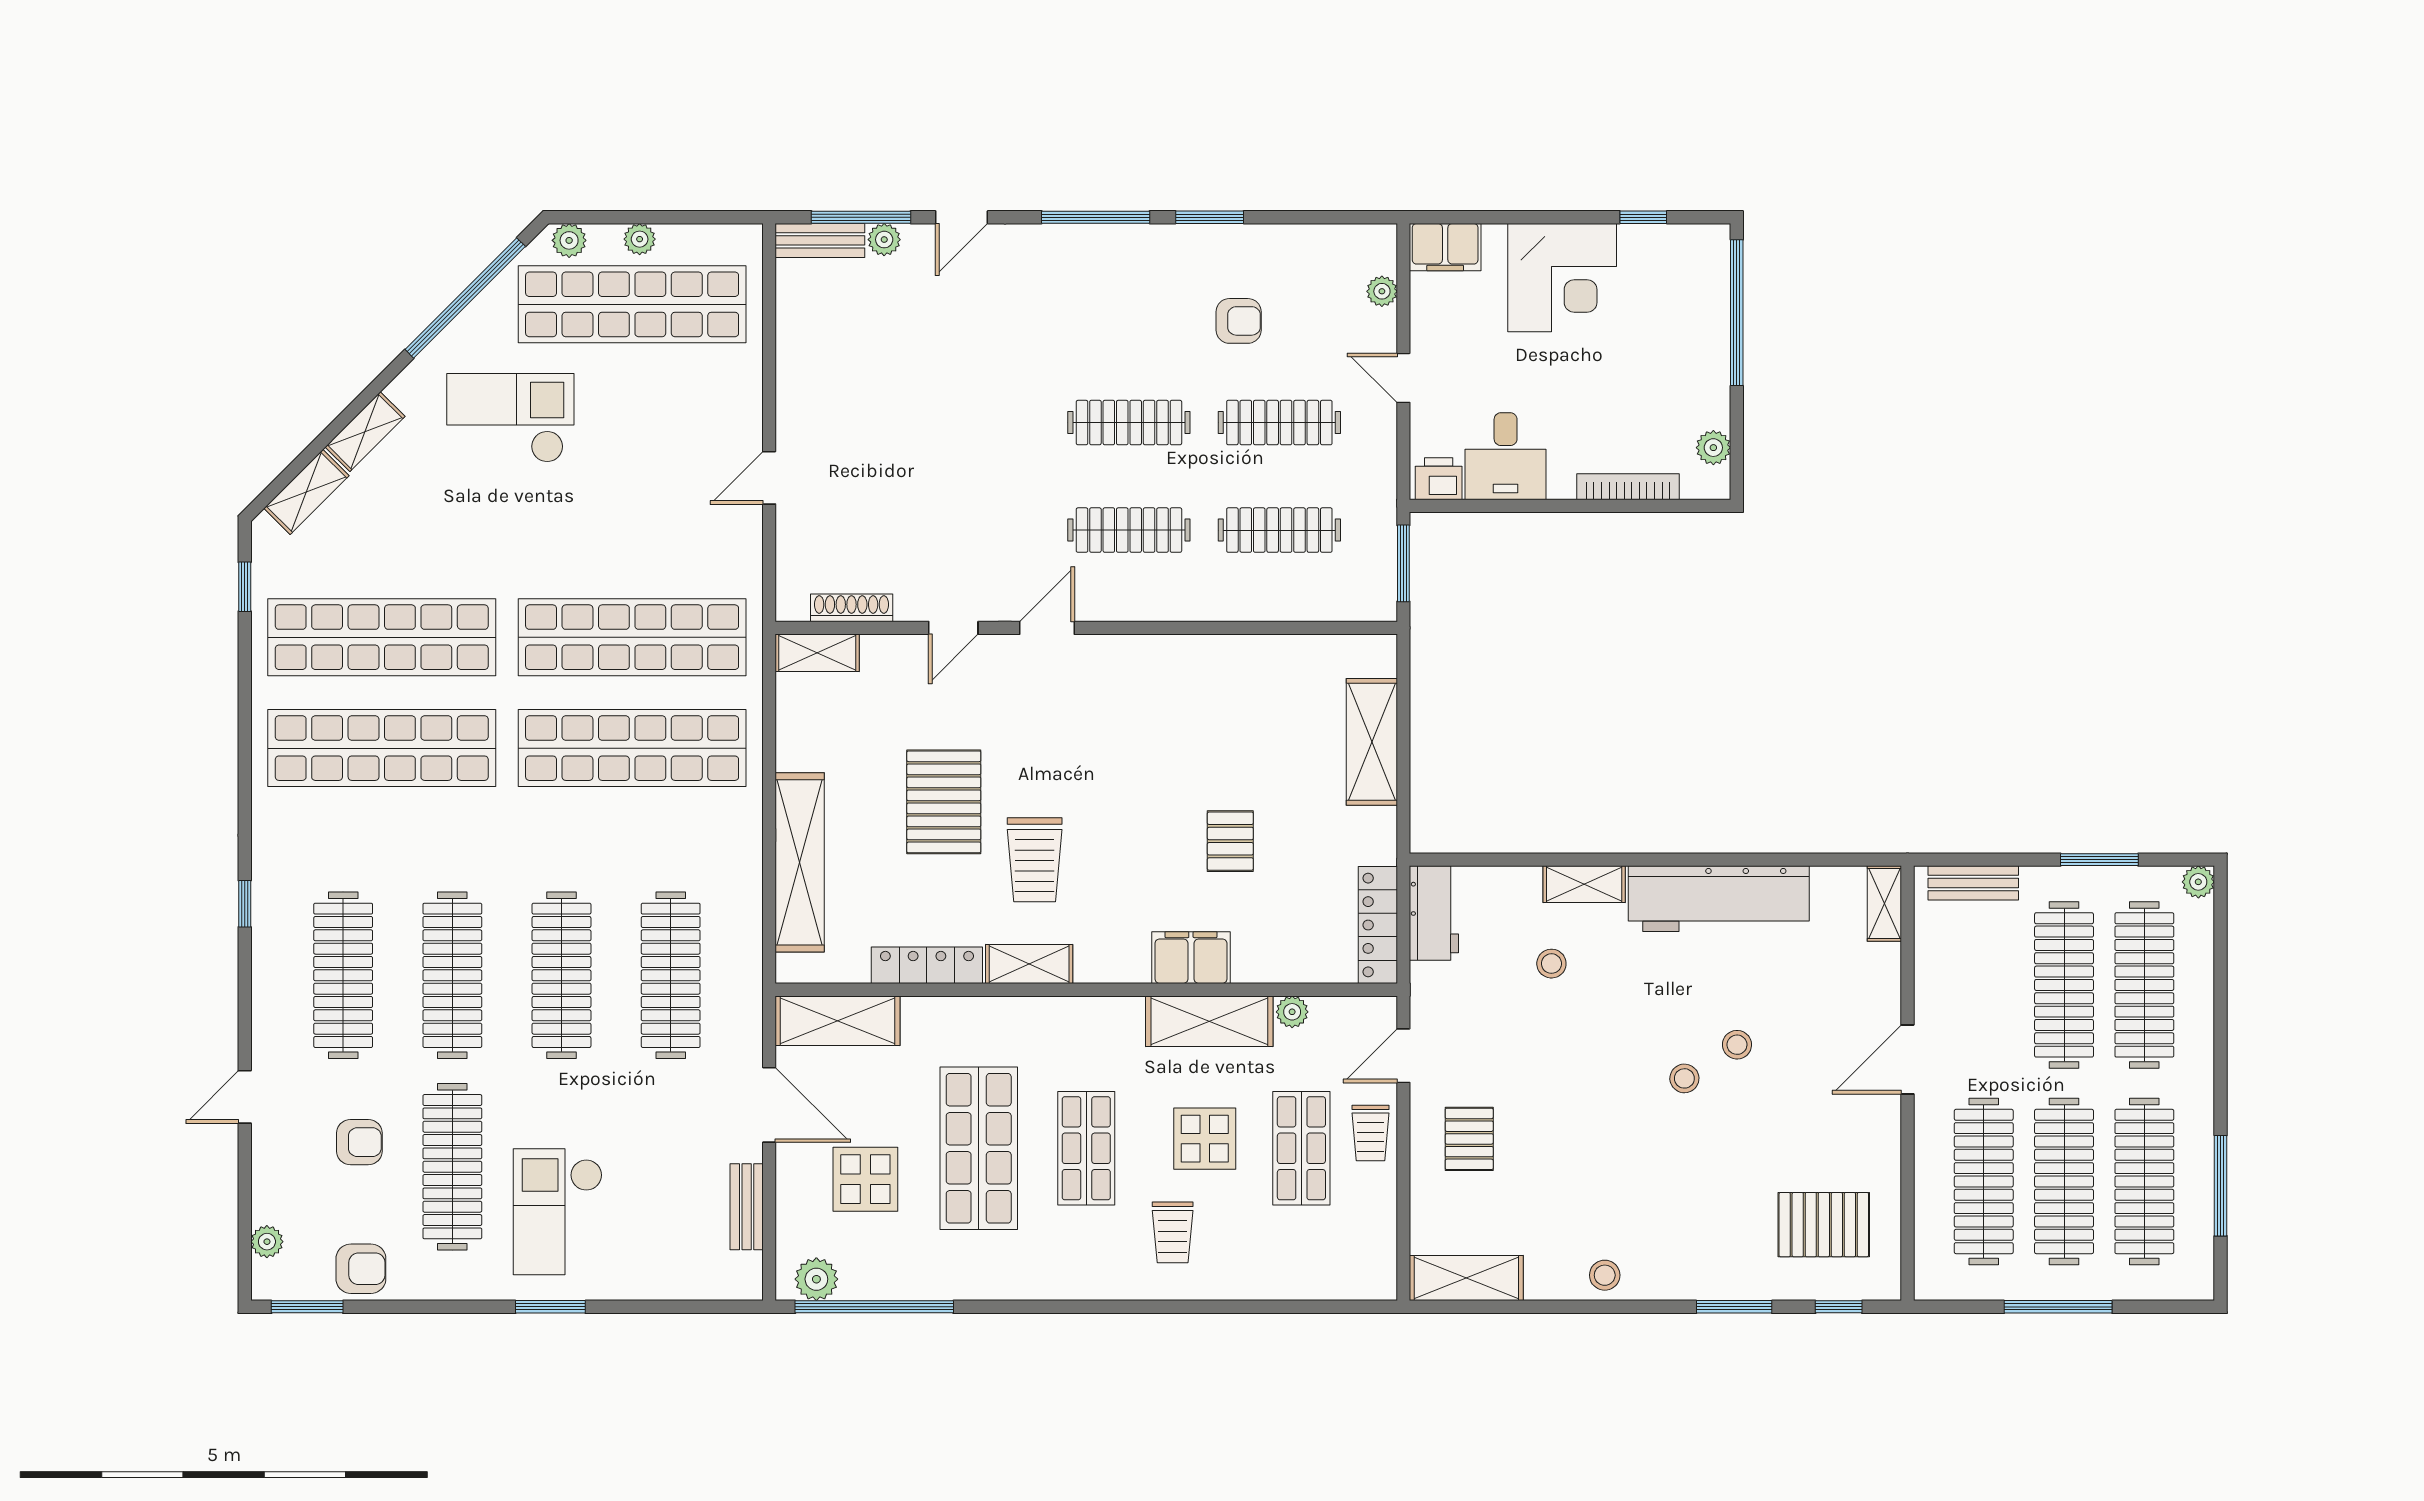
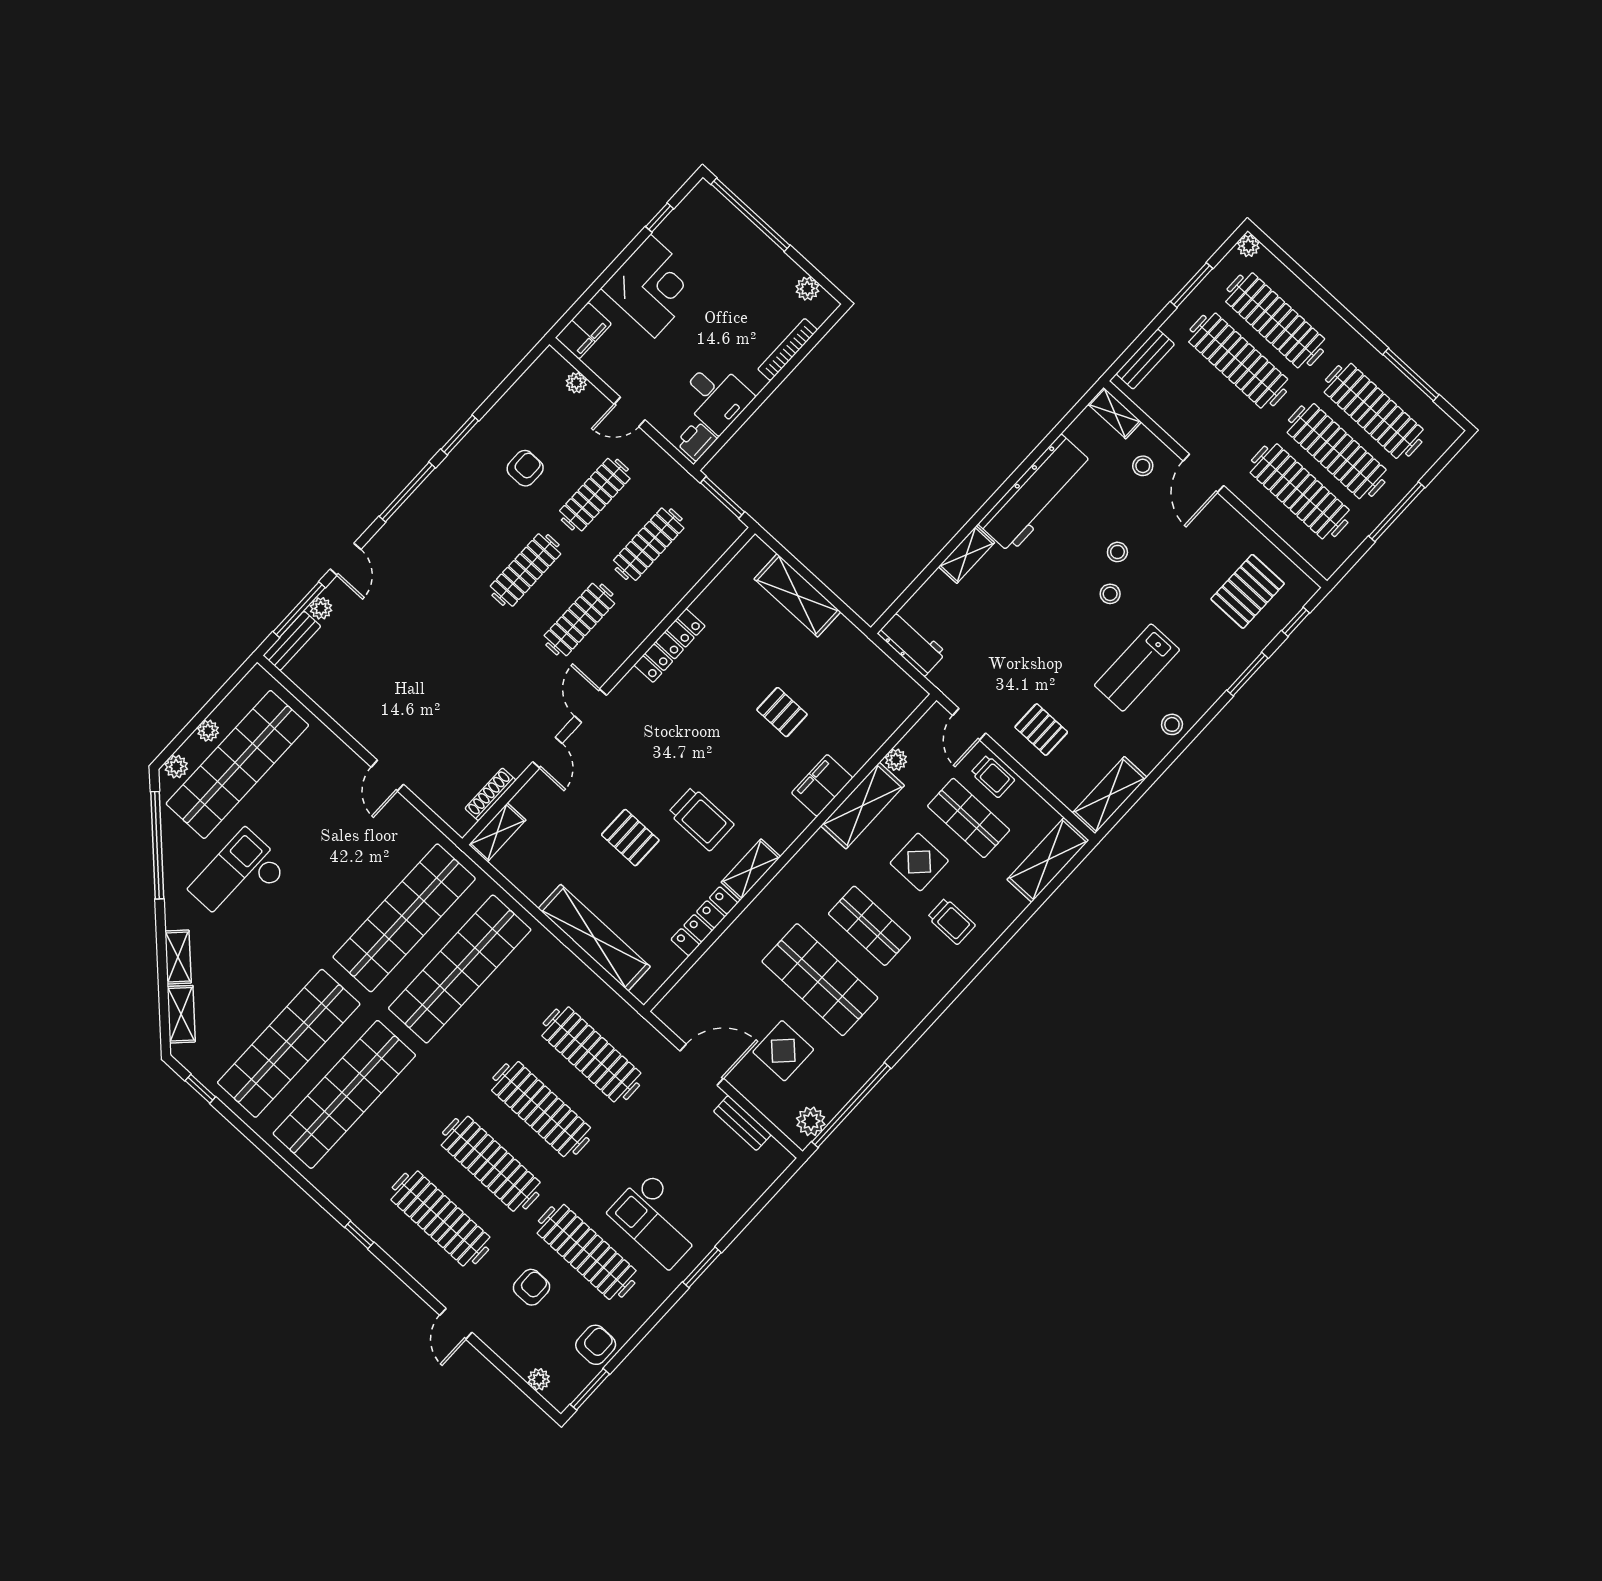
pallet: (944, 802) -> (630, 838), width x0.67, depth x0.71
locker: (1378, 925) -> (670, 646), moved, turned -90
stool: (1551, 964) -> (1143, 466), moved
shelving: (838, 1021) -> (1048, 860), moved
lab bench: (1631, 1181) -> (1137, 668), added

